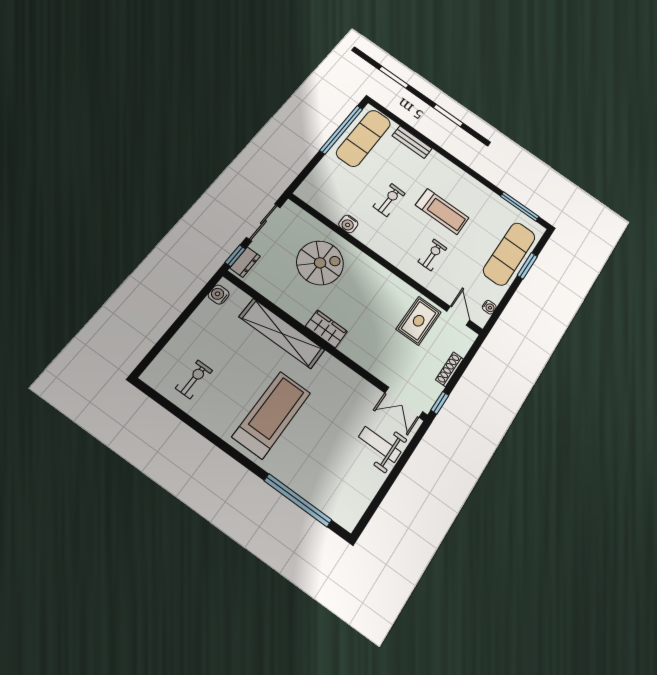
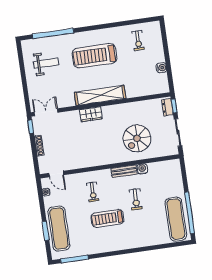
bench: (412, 142) -> (124, 171), moved
water cooler: (219, 295) -> (161, 68), moved
rug: (419, 321) -> (71, 154), removed
wardrobe: (326, 329) -> (91, 114), moved
shelving: (282, 333) -> (100, 95), moved
treadmill: (272, 415) -> (95, 56), turned 90
weight bench: (380, 444) -> (46, 63), moved

